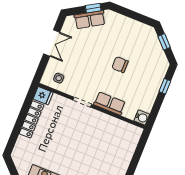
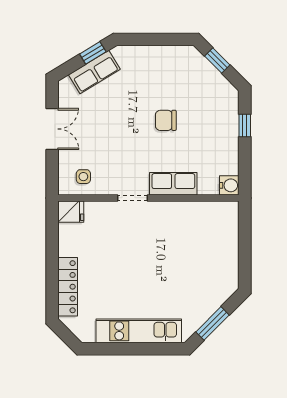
locker: (31, 119) -> (68, 287), moved

